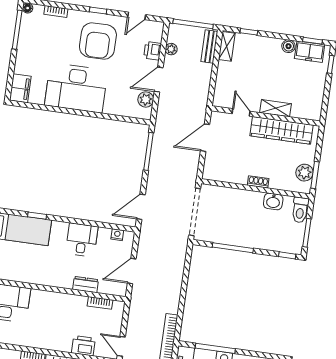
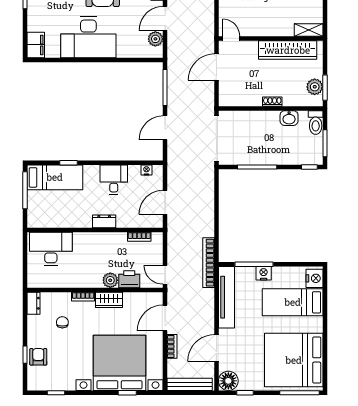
shelving: (275, 108) -> (309, 30), moved
door: (241, 112) -> (231, 39), moved
door: (141, 207) -> (165, 128), moved
dresser: (85, 285) -> (104, 221), moved
plant: (63, 344) -> (110, 280), added

